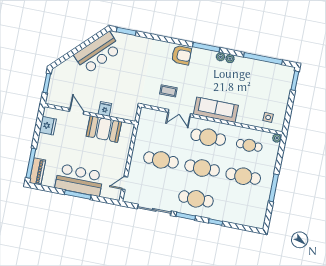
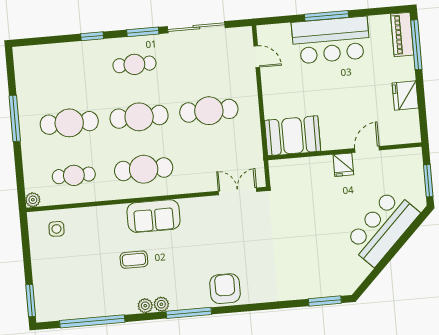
bar counter: (98, 53) -> (382, 228), moved
armchair: (181, 55) -> (225, 289), turned 90
coffee table: (168, 91) -> (134, 260), moved
fridge: (105, 109) -> (343, 165), moved
sofa: (216, 110) -> (154, 216), width x0.73
door: (77, 111) -> (367, 149), swing flipped
double door: (179, 113) -> (238, 191), moved
fridge: (48, 126) -> (405, 95), moved
booth: (104, 129) -> (293, 136), moved
door: (124, 183) -> (257, 57), hinge flipped
cafe table: (196, 199) -> (134, 64), width x0.73, depth x0.74

